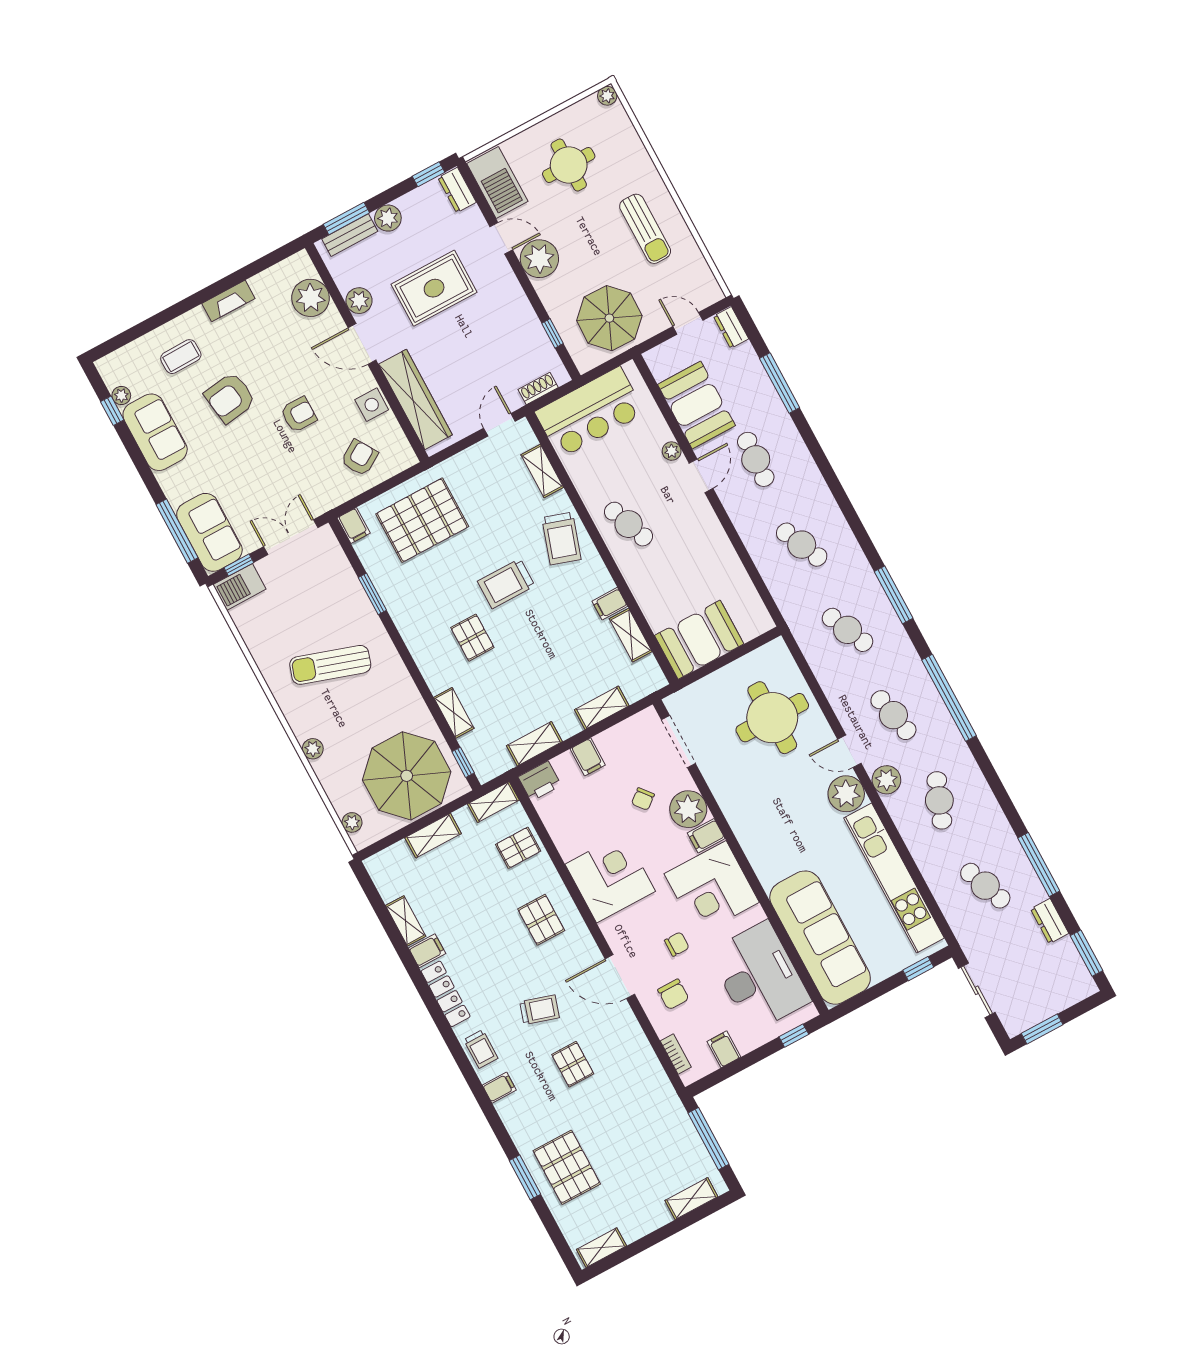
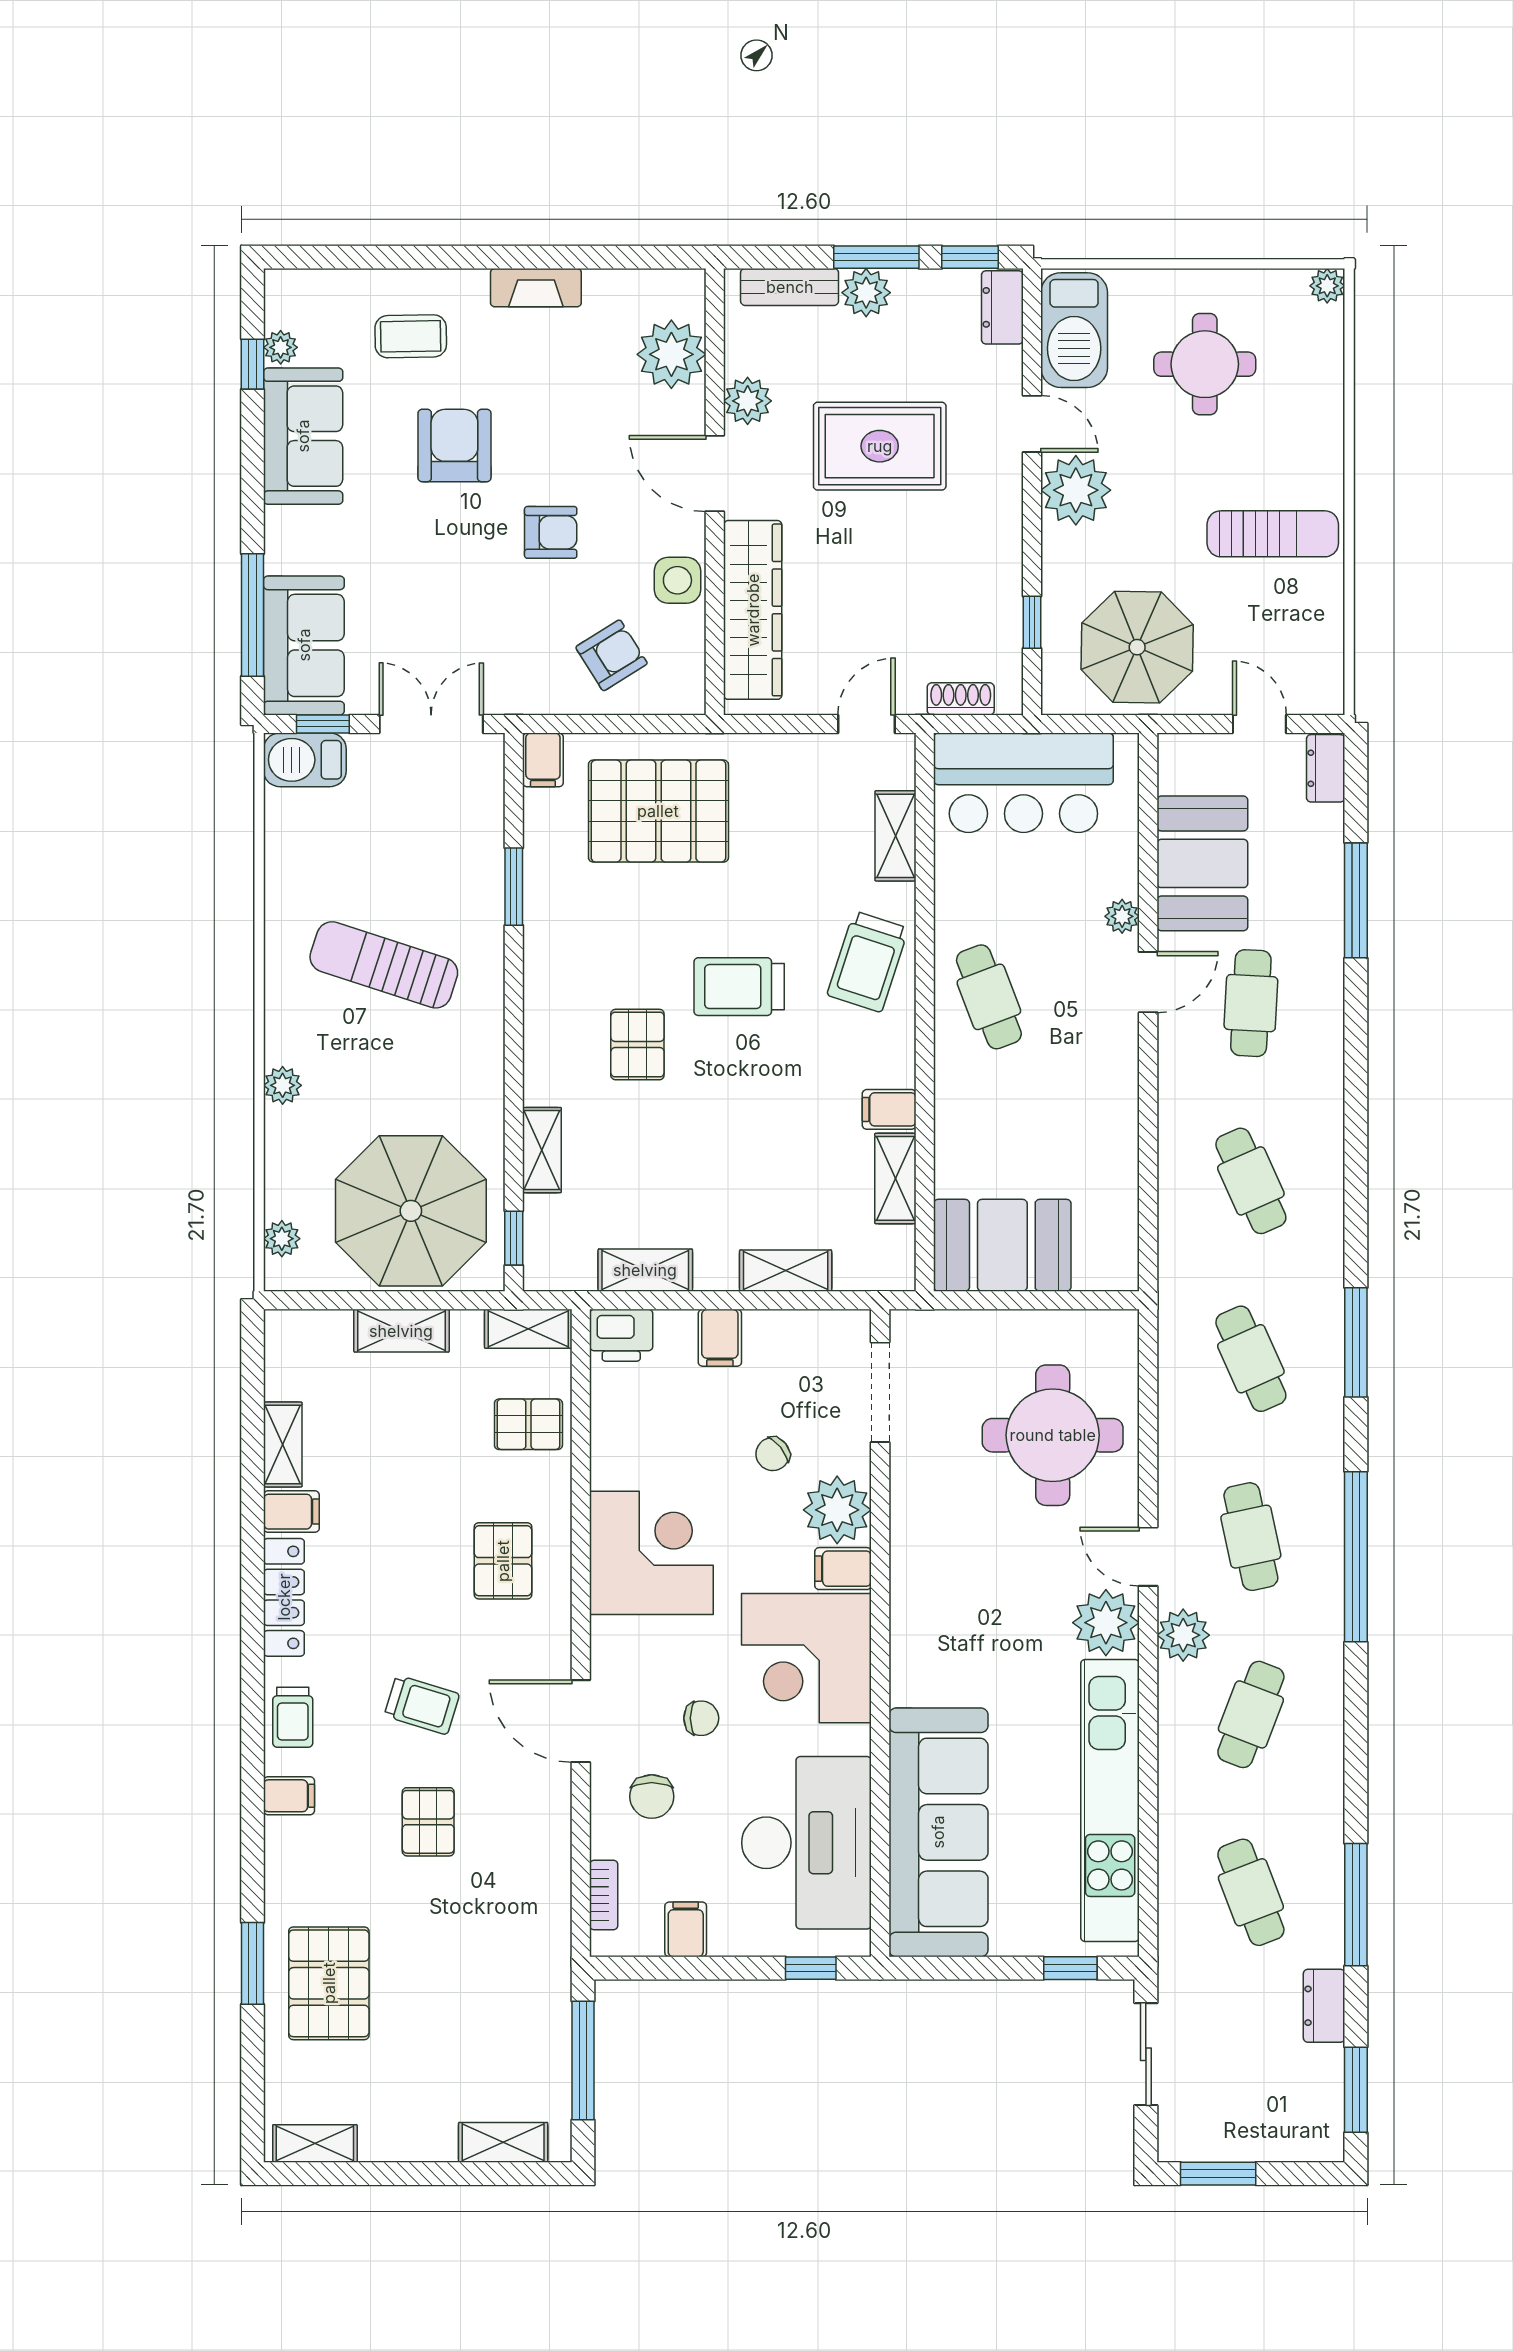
window: (346, 218) -> (876, 257), moved
sun lounger: (645, 229) -> (1273, 534), turned -90
armchair: (230, 398) -> (454, 446), turned 98

